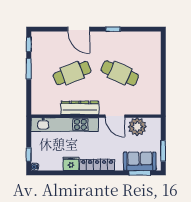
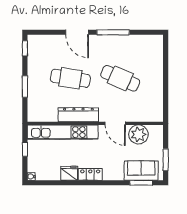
window: (113, 29) -> (113, 32), width x2.17
window: (29, 69) -> (25, 86), moved
cafe table: (72, 73) -> (70, 78), turned 30
window: (29, 154) -> (25, 149), moved
locker: (97, 165) -> (90, 174), width x0.66

